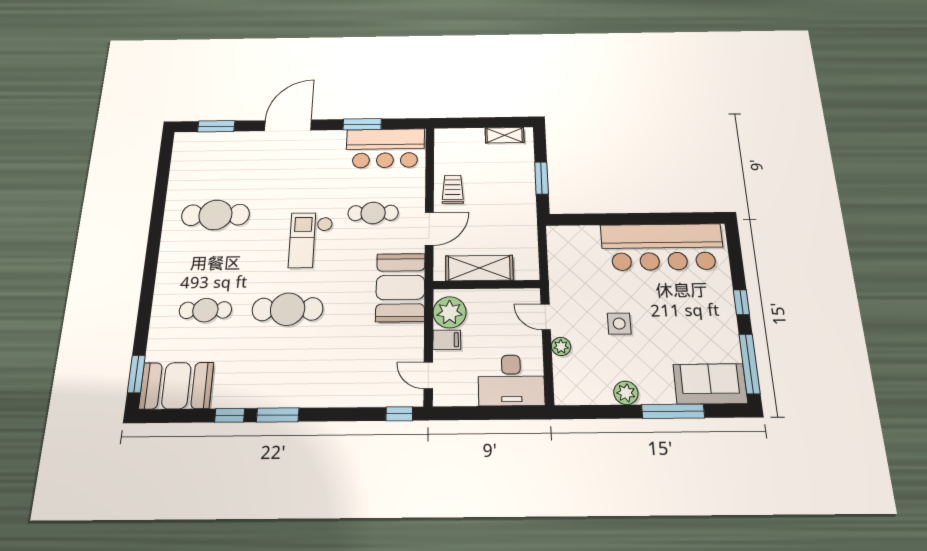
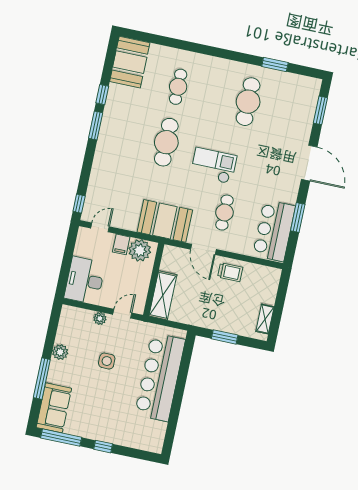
bar counter: (662, 247) -> (160, 377), moved
shelving: (479, 268) -> (163, 295), moved
window: (136, 374) -> (275, 64), moved

